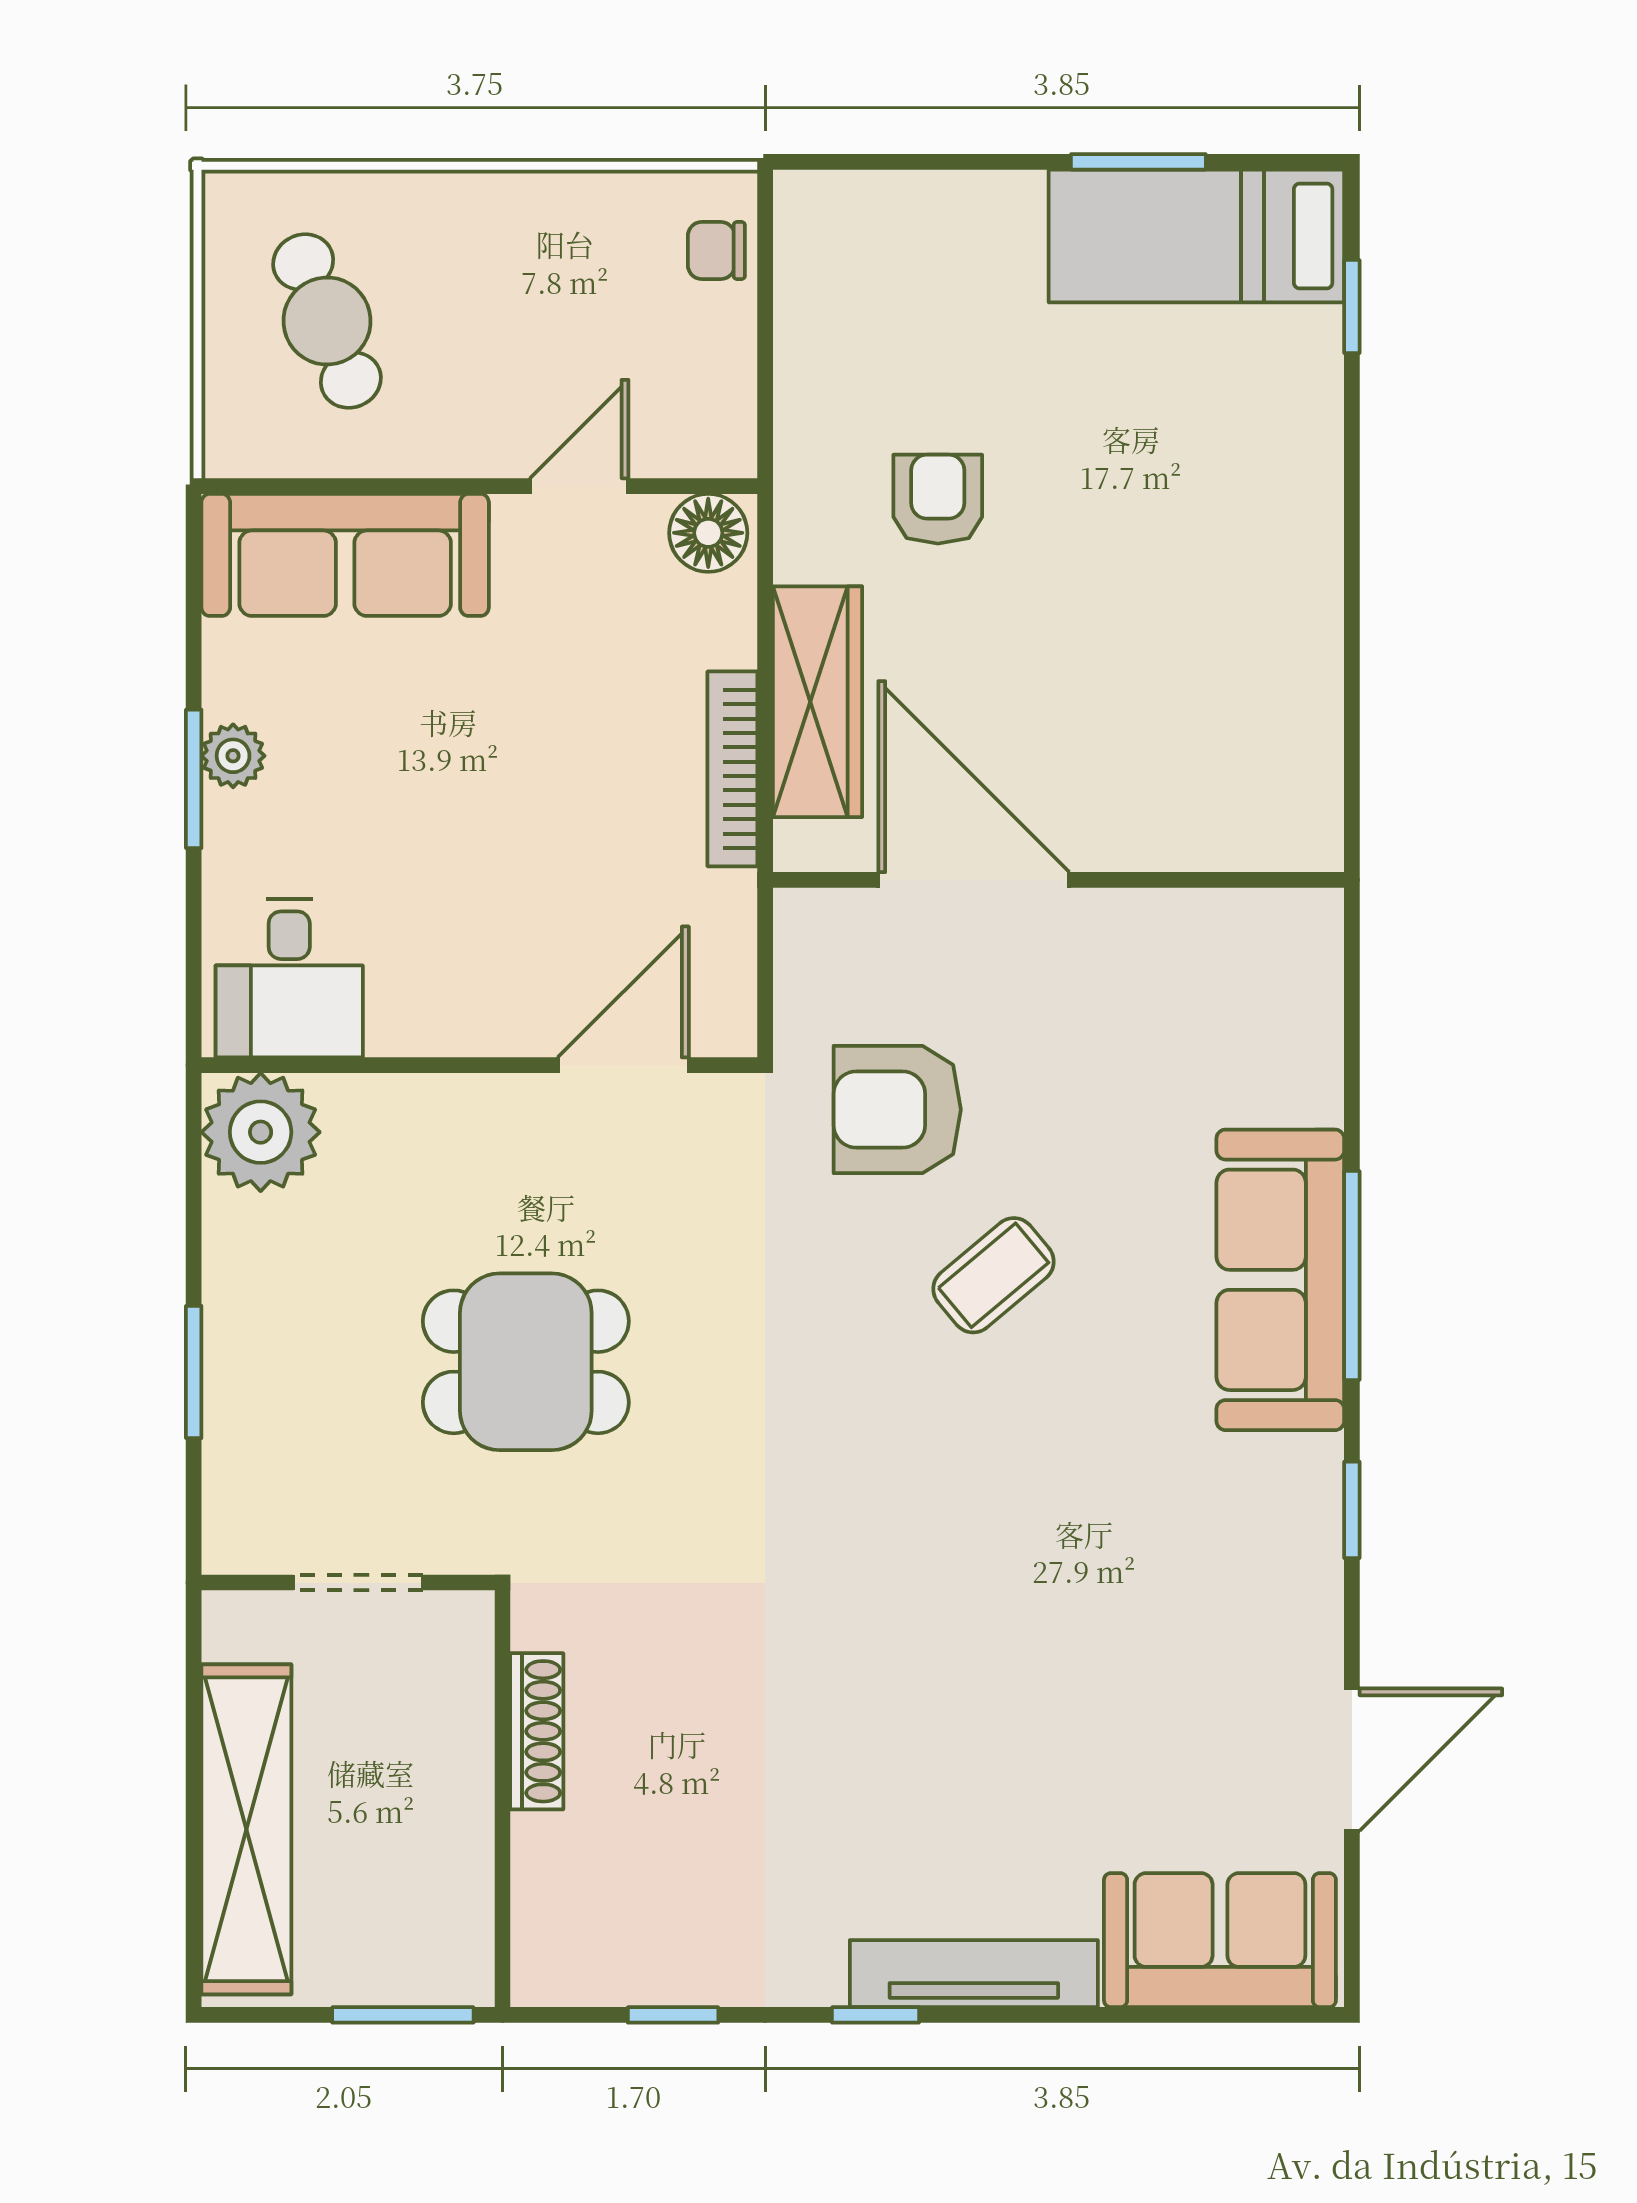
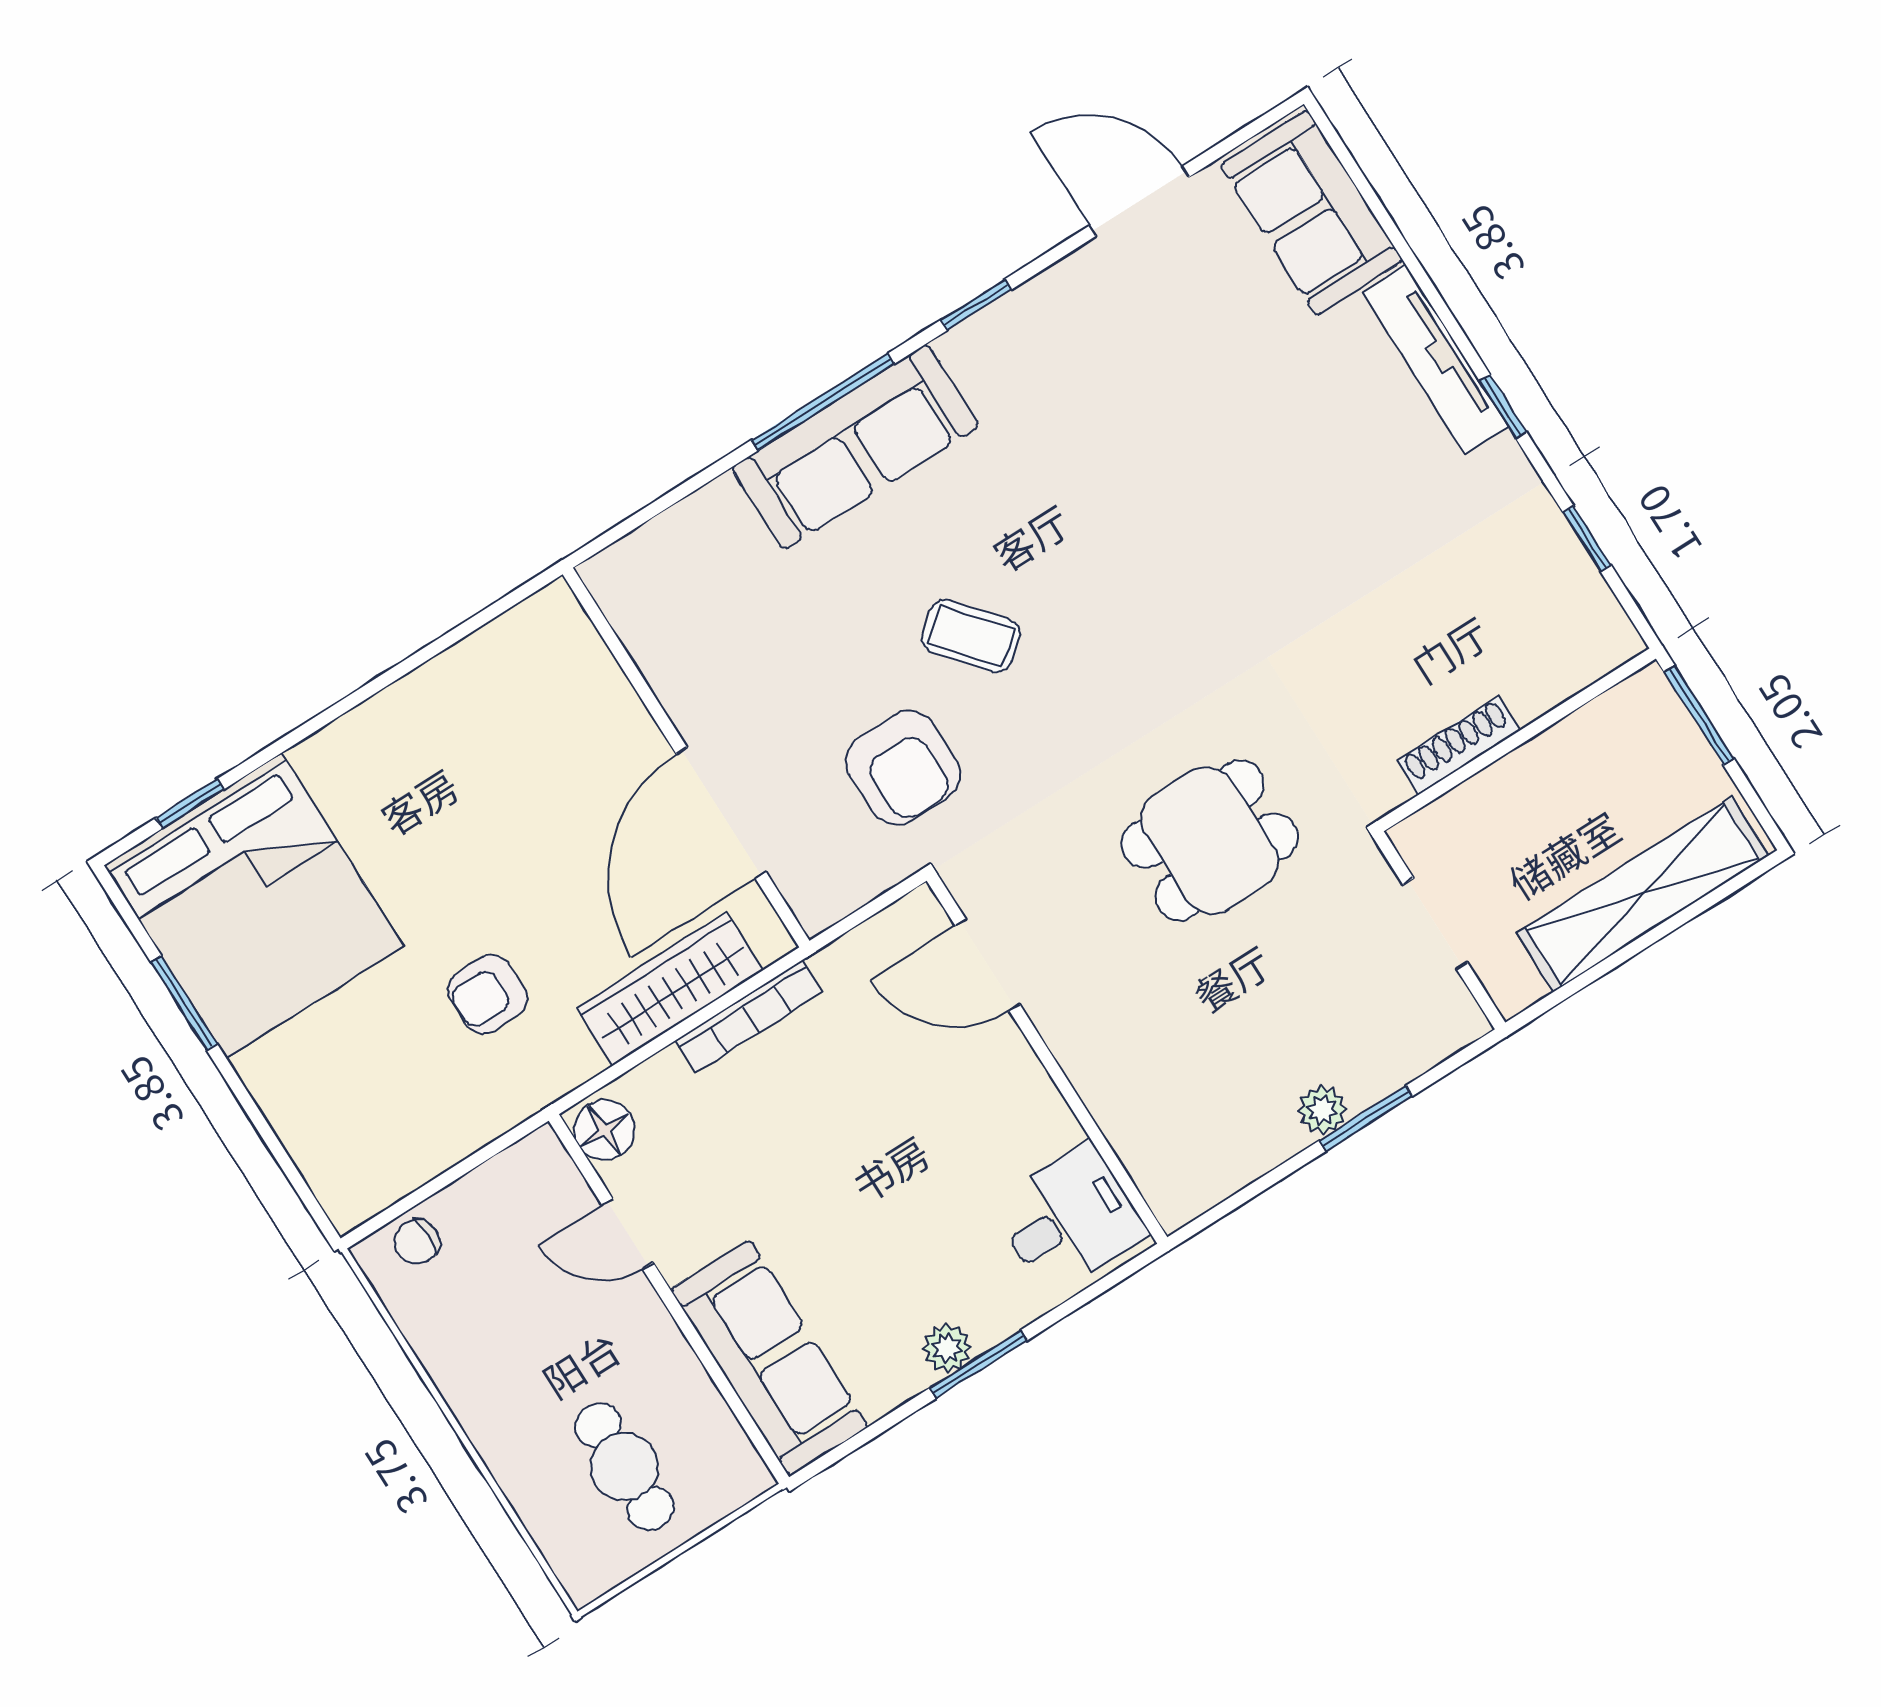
bed: (1196, 236) -> (254, 906), width x2.04
chair: (716, 251) -> (417, 1242), turned 90
cafe table: (327, 321) -> (624, 1467), turned -68
plant: (261, 1132) -> (1322, 1110), moved, width x0.53, depth x0.53
dining table: (526, 1362) -> (1210, 841), moved, turned 90

